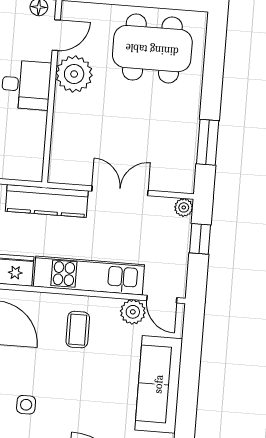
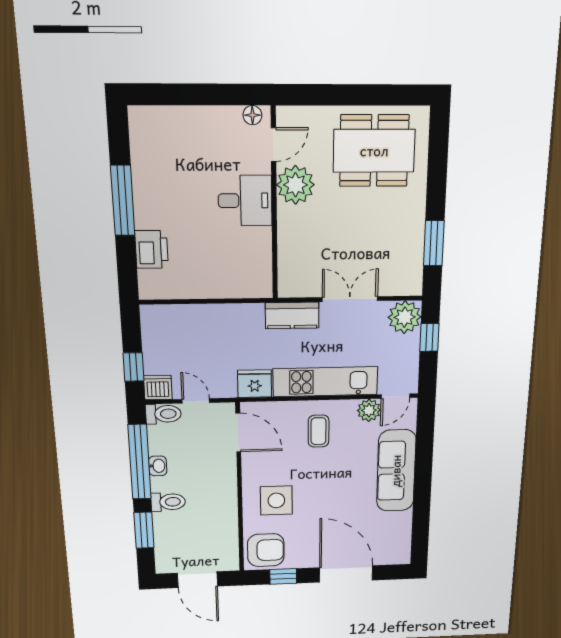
kitchen counter: (47, 201) -> (292, 315), width x0.67
plant: (184, 207) -> (405, 317), width x1.87, depth x1.87
door: (162, 299) -> (395, 396), hinge flipped
side table: (26, 405) -> (276, 500), width x1.87, depth x1.87

